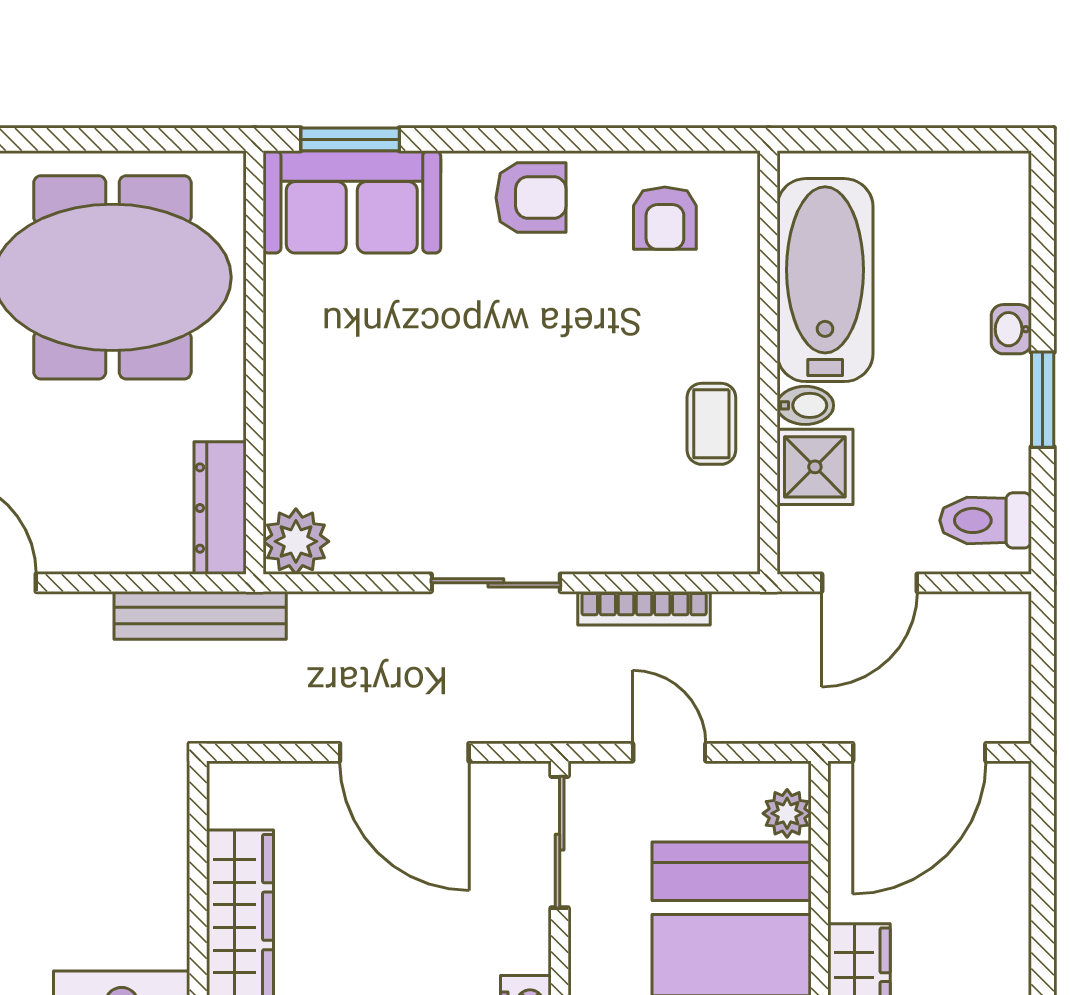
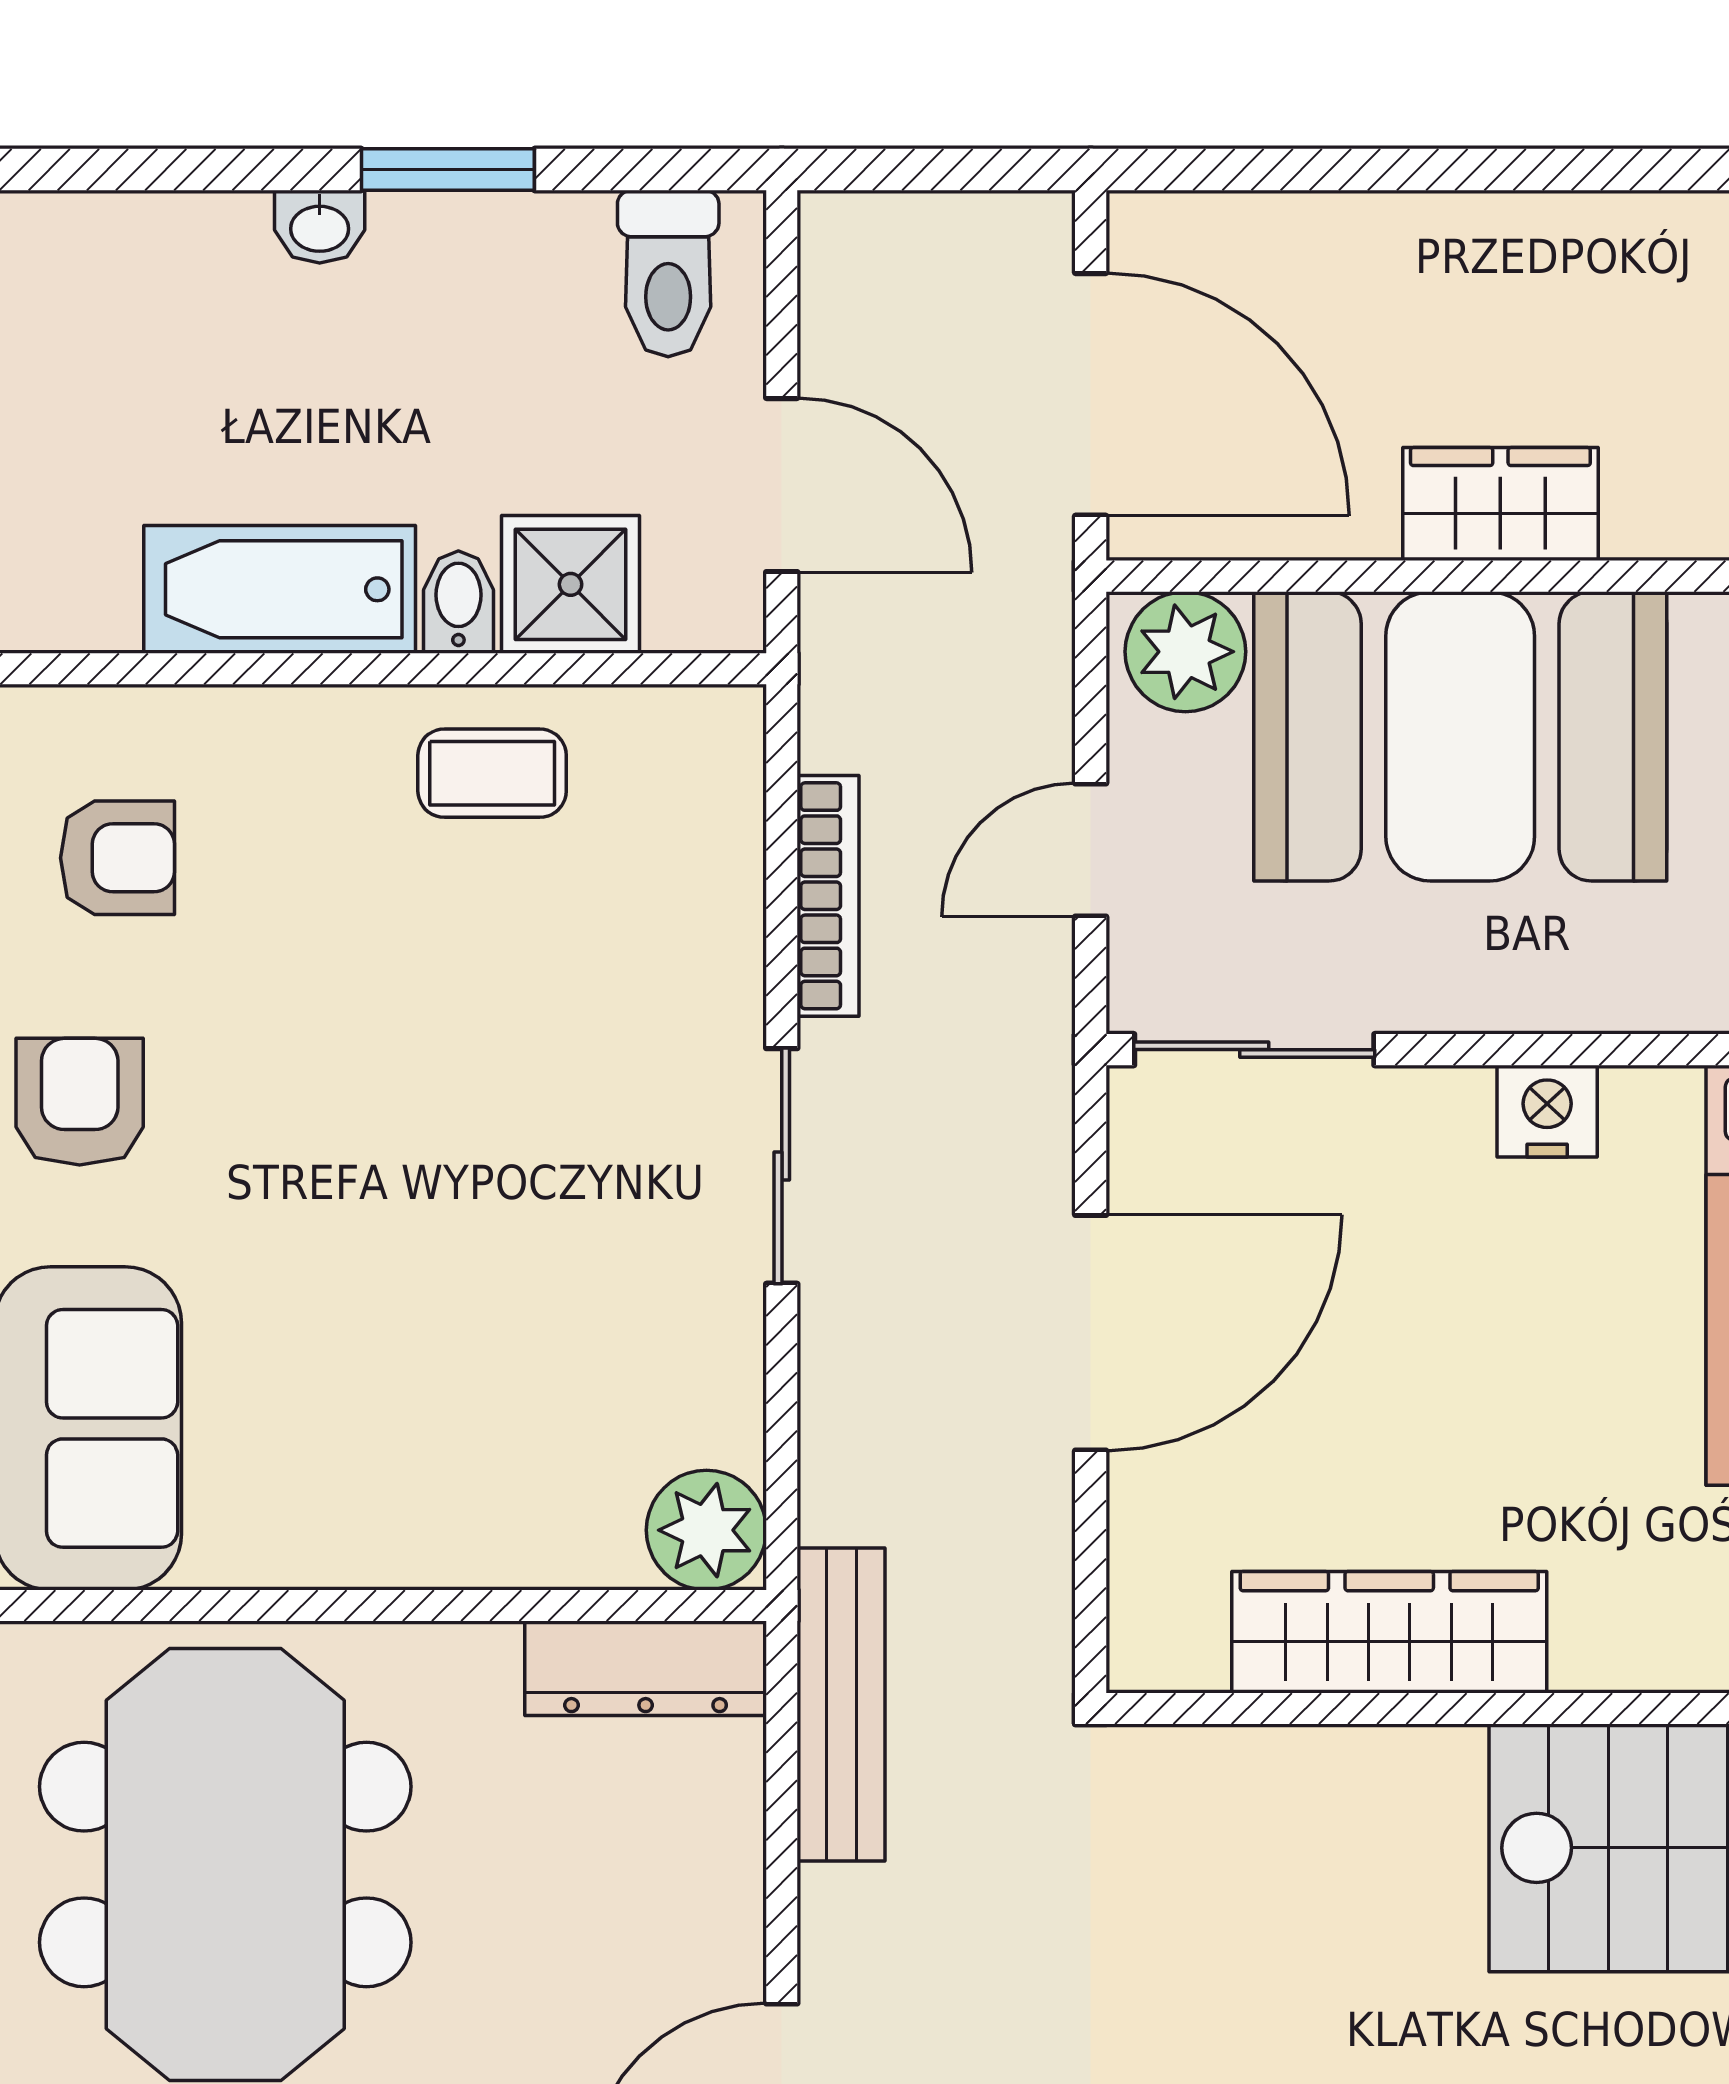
bathtub: (825, 280) -> (280, 589), width x0.73, depth x0.73
plant: (787, 813) -> (1185, 652), width x1.38, depth x1.38

